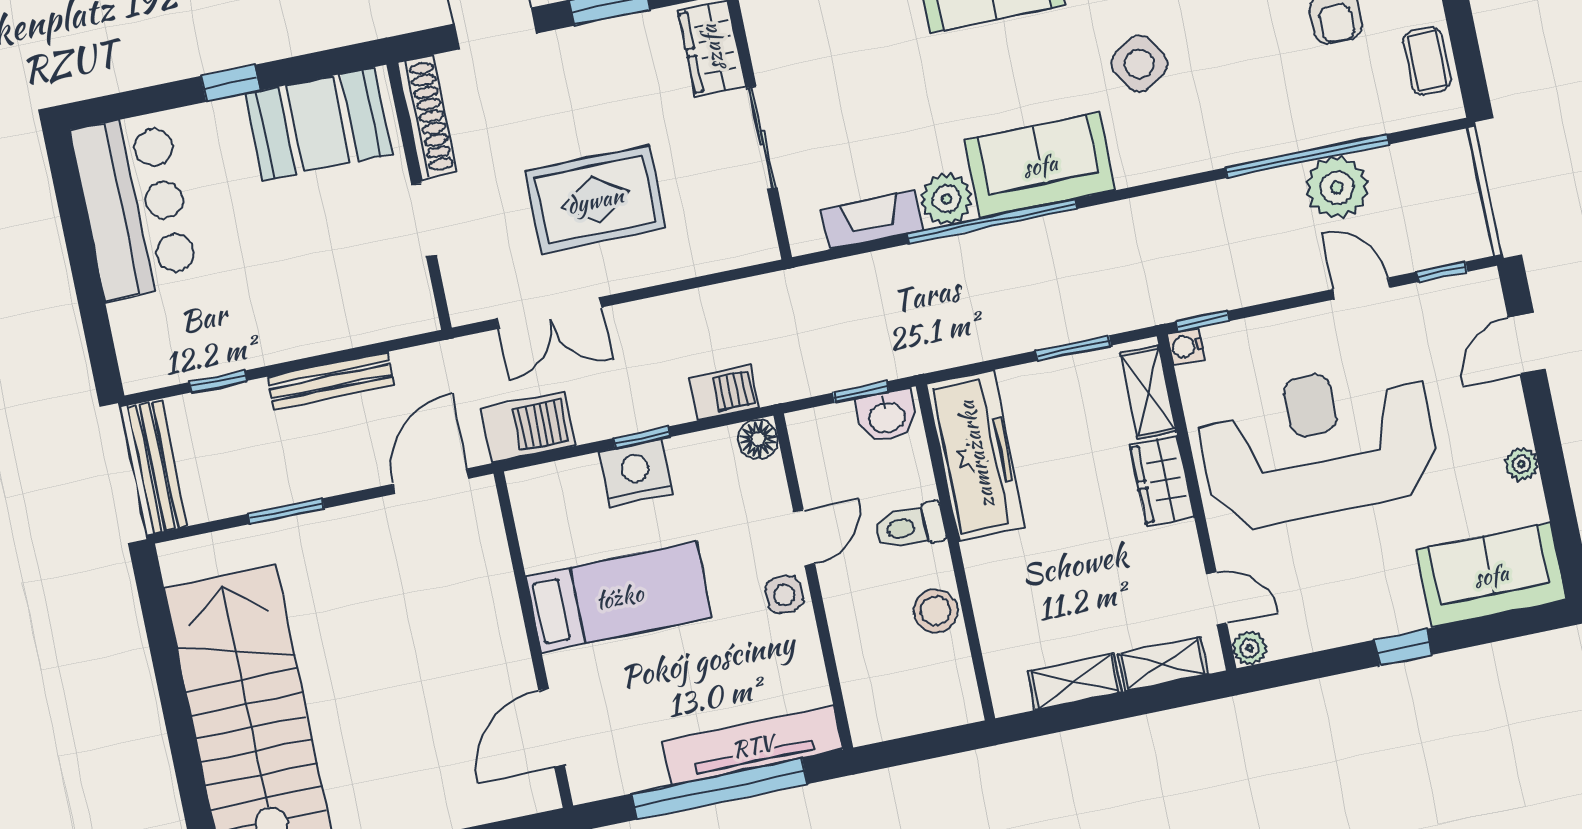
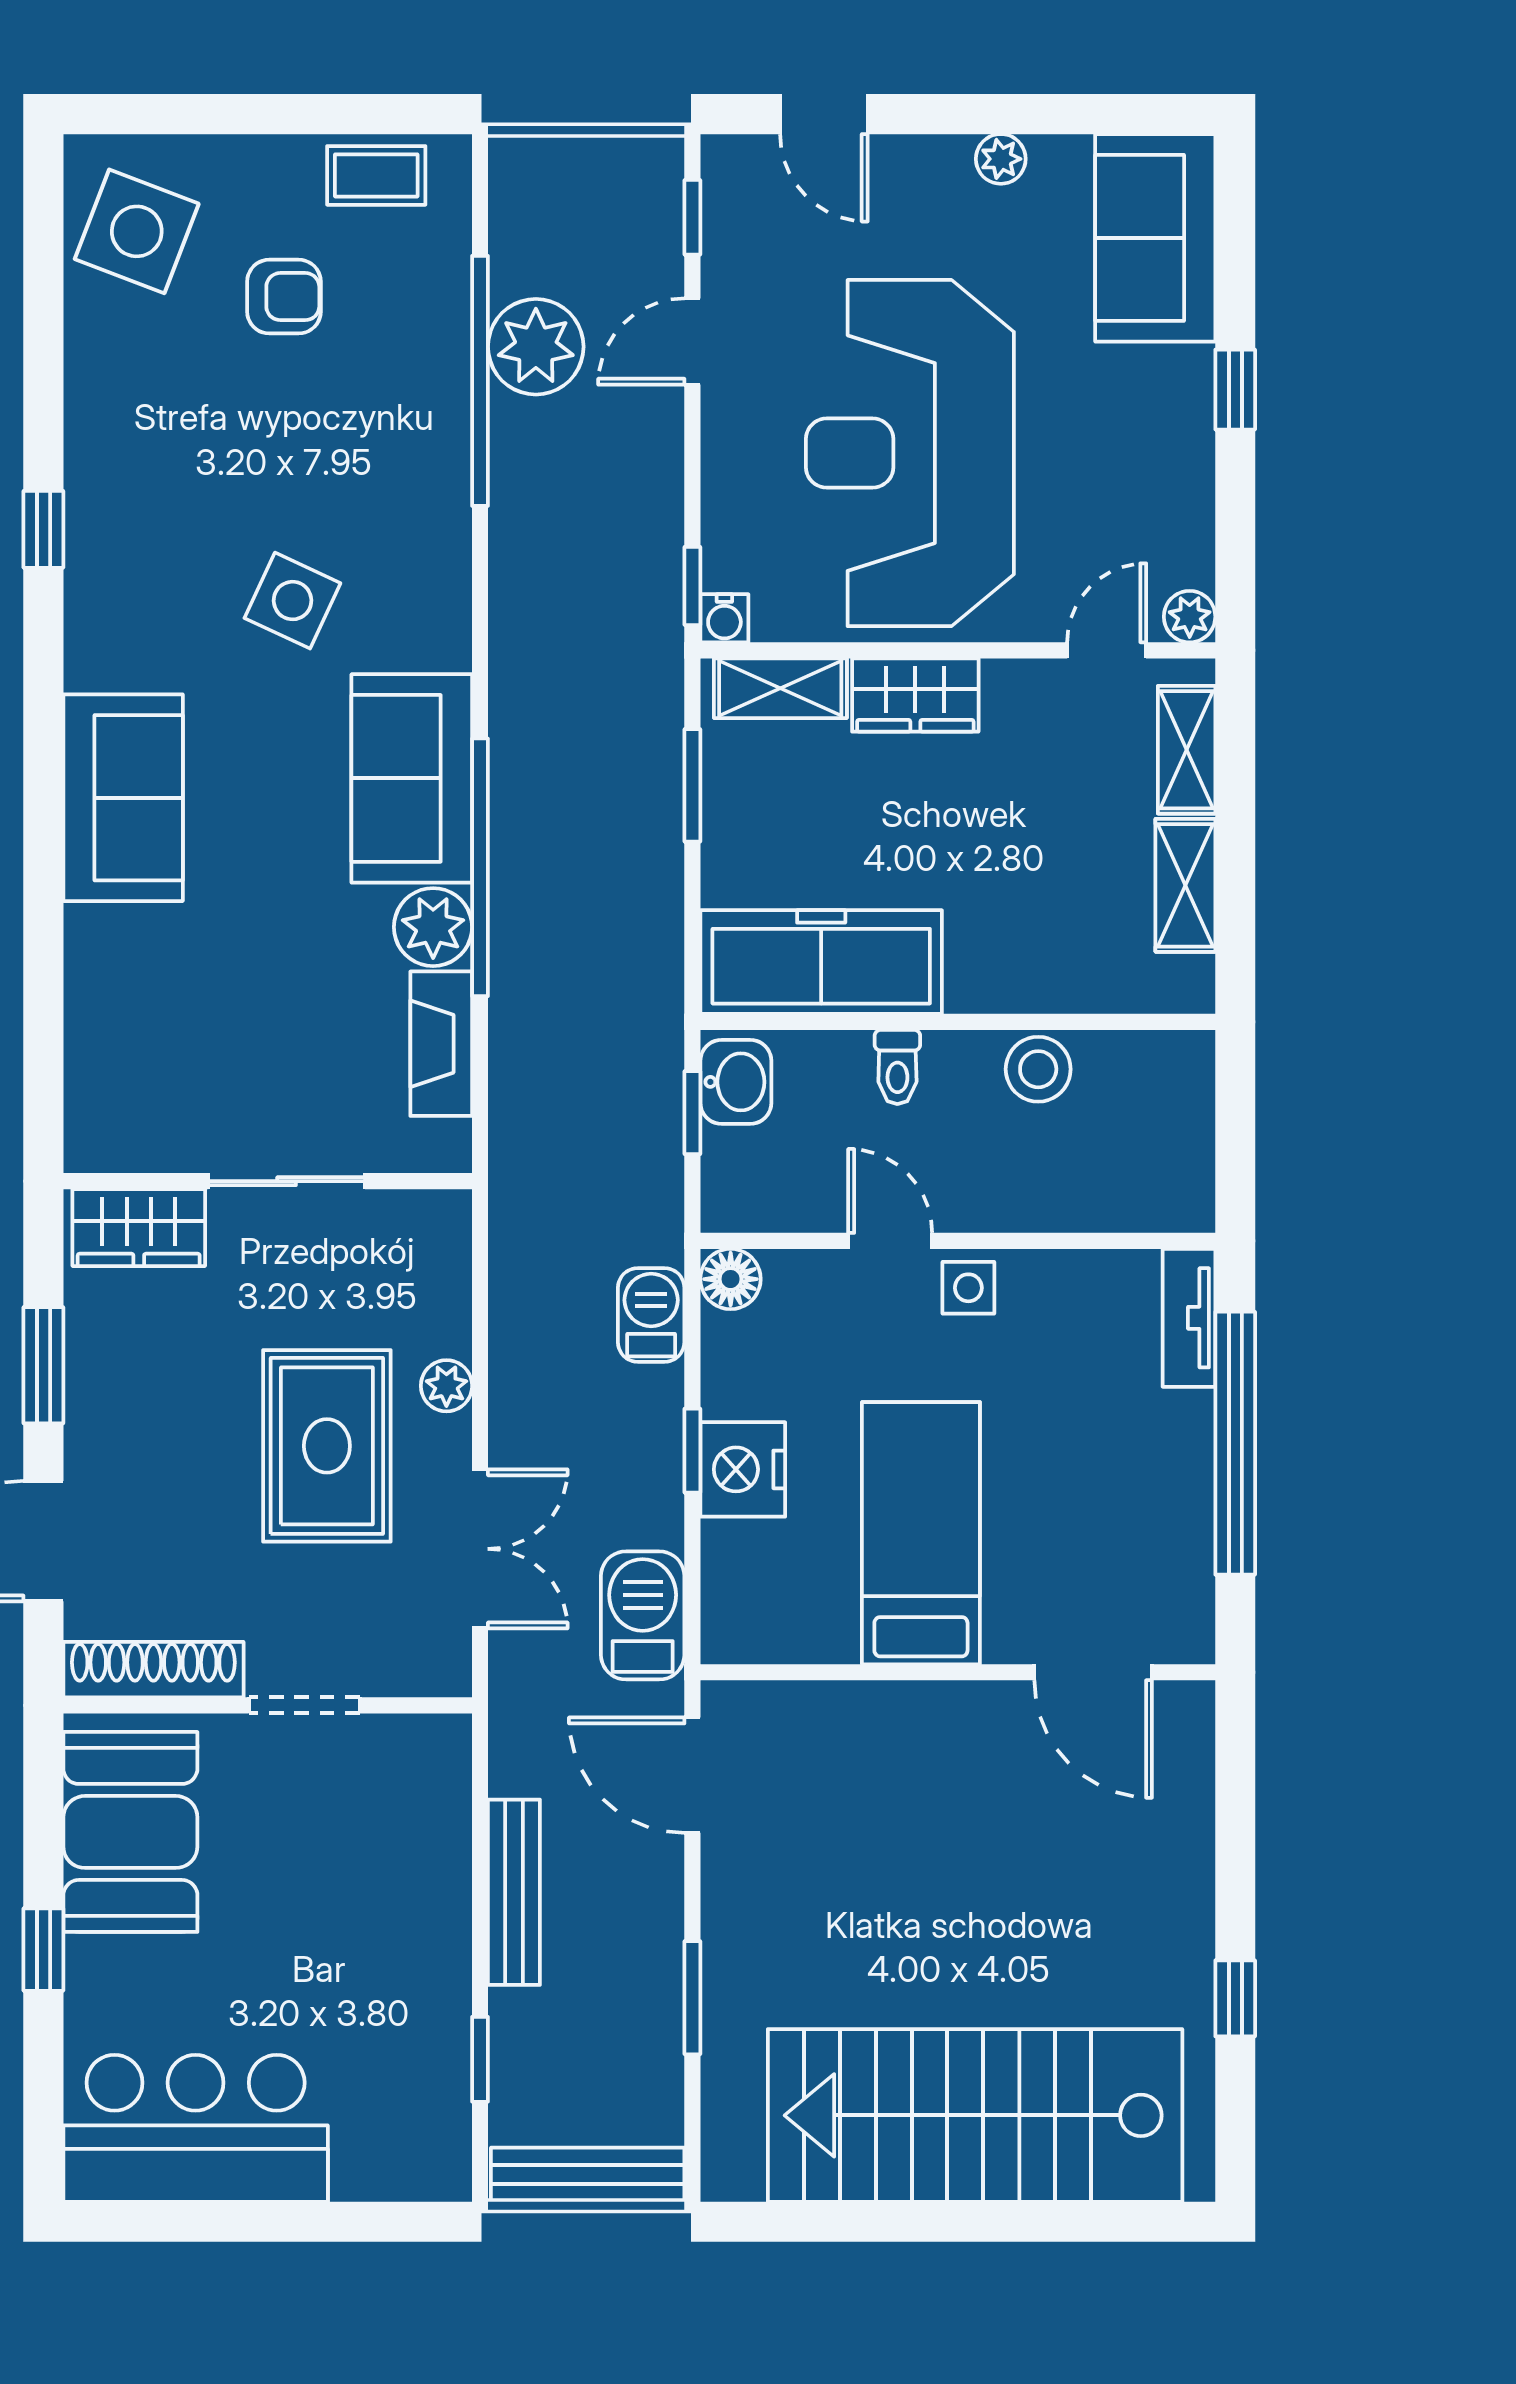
side table: (1140, 64) -> (292, 601), turned -33
plant: (651, 269) -> (446, 1386), added
toilet: (910, 527) -> (897, 1067), width x0.73, depth x0.72
tv unit: (752, 746) -> (1189, 1318), width x0.52, depth x0.78

